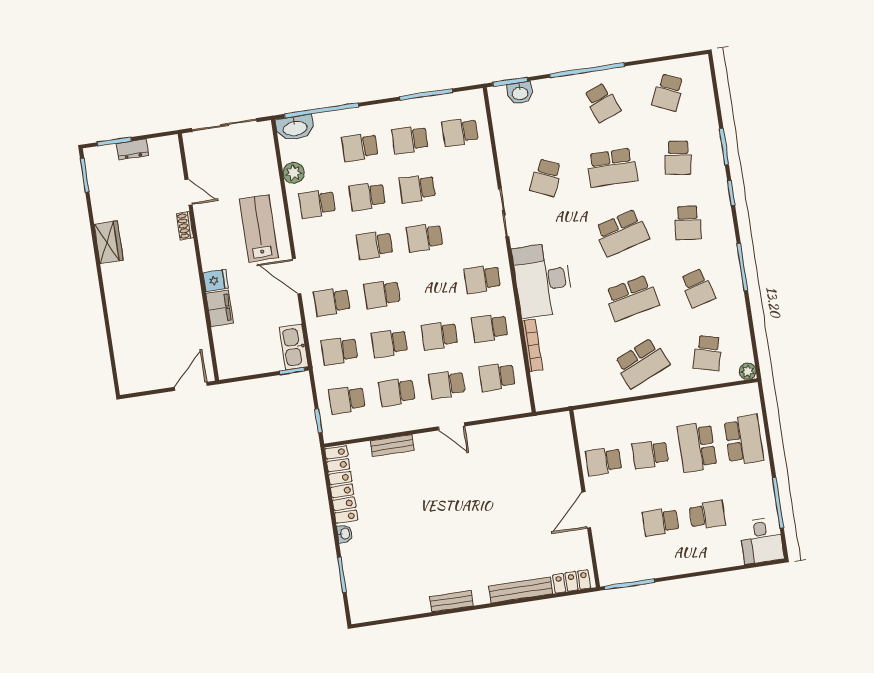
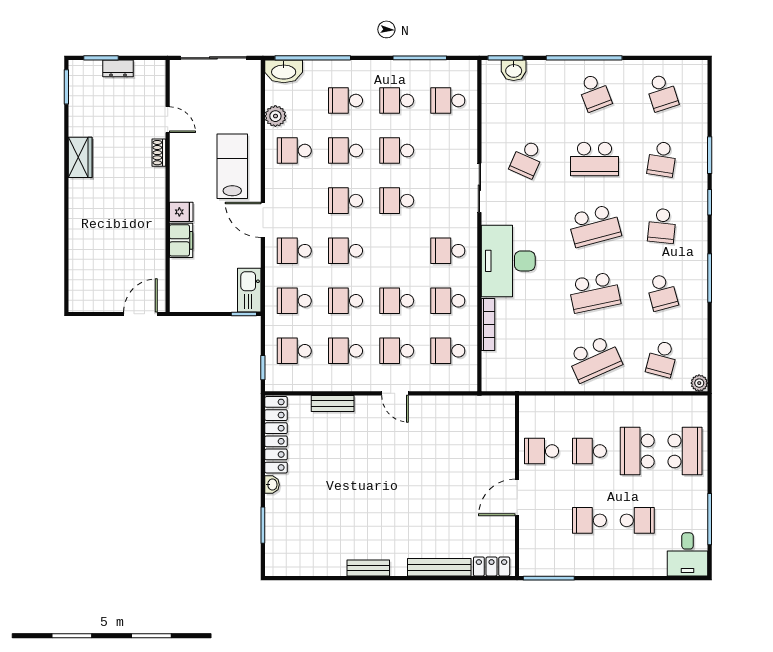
school desk: (668, 93) -> (662, 92), turned -42

